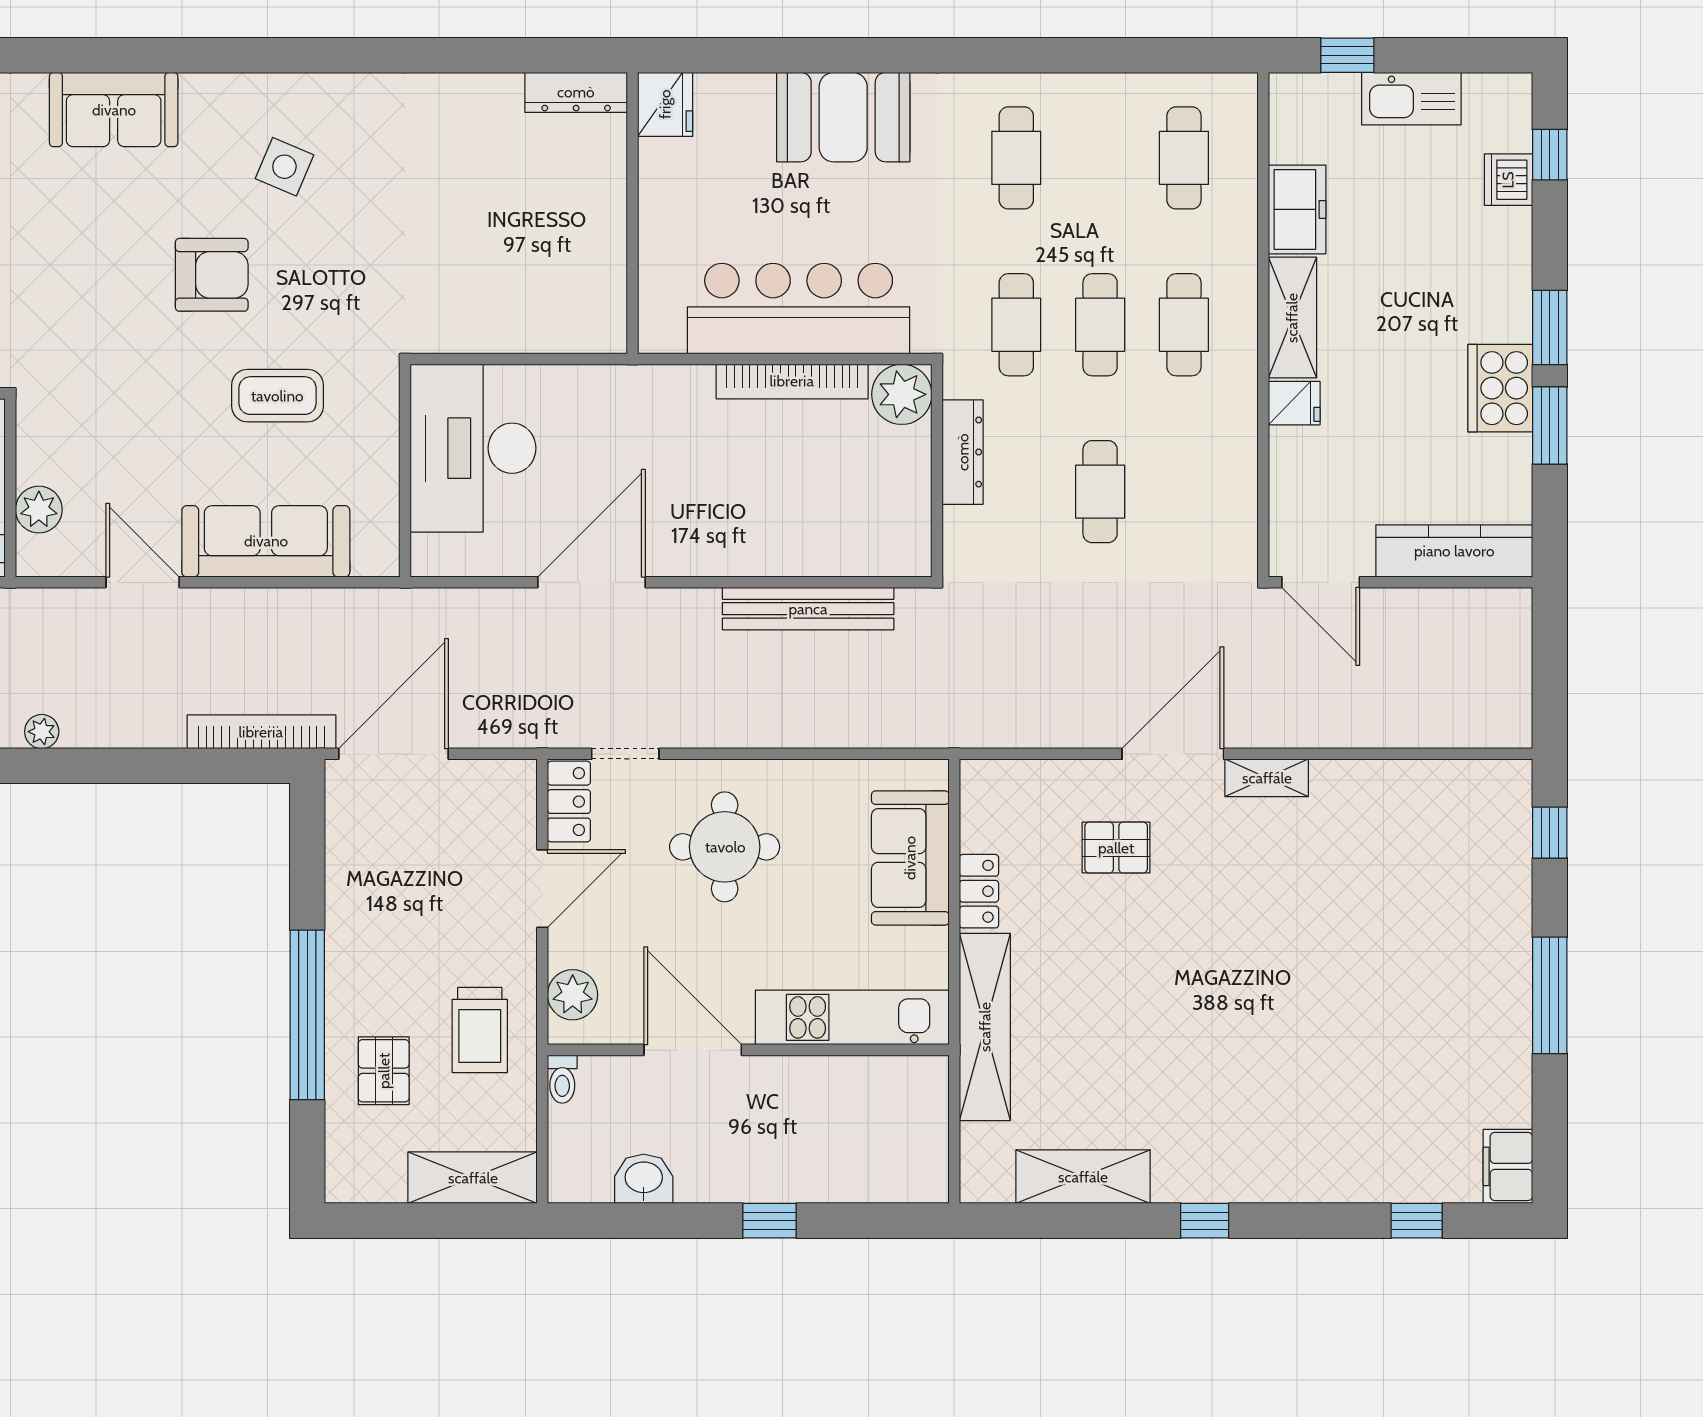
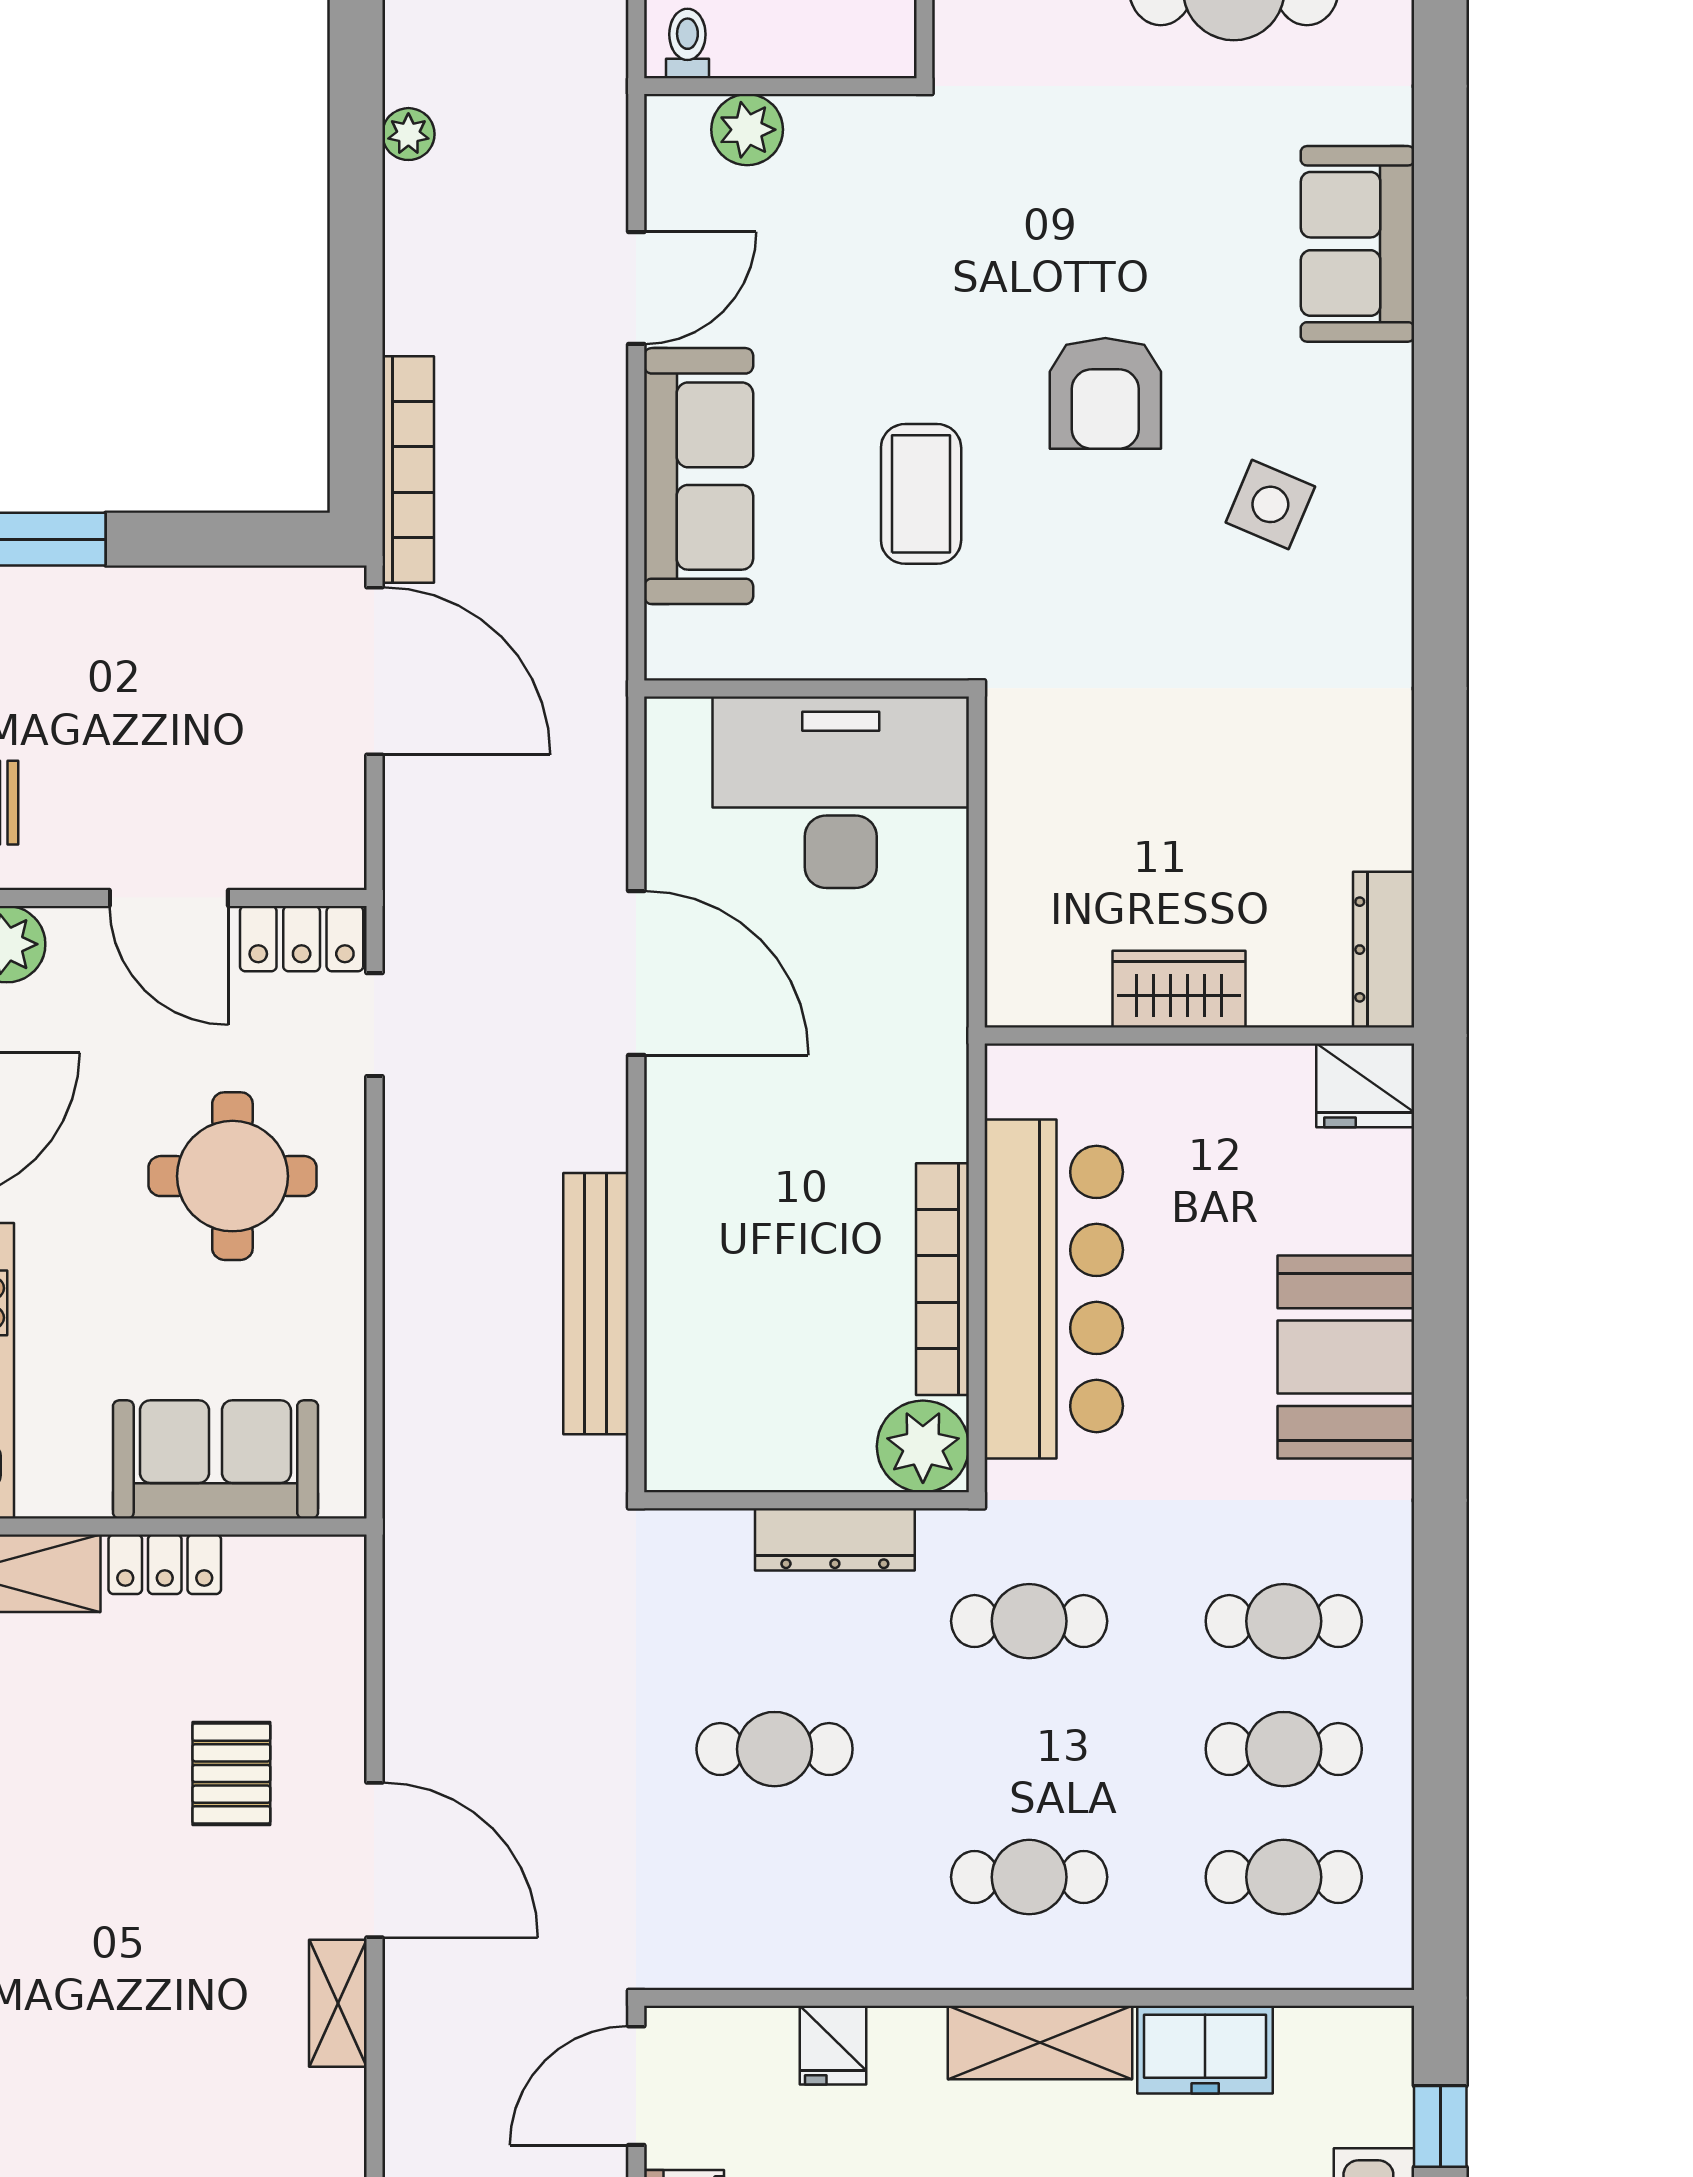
wardrobe: (602, 227) -> (1179, 989), added
cafe table: (1100, 325) -> (1284, 1749), moved
fridge: (1294, 403) -> (833, 2045), moved

